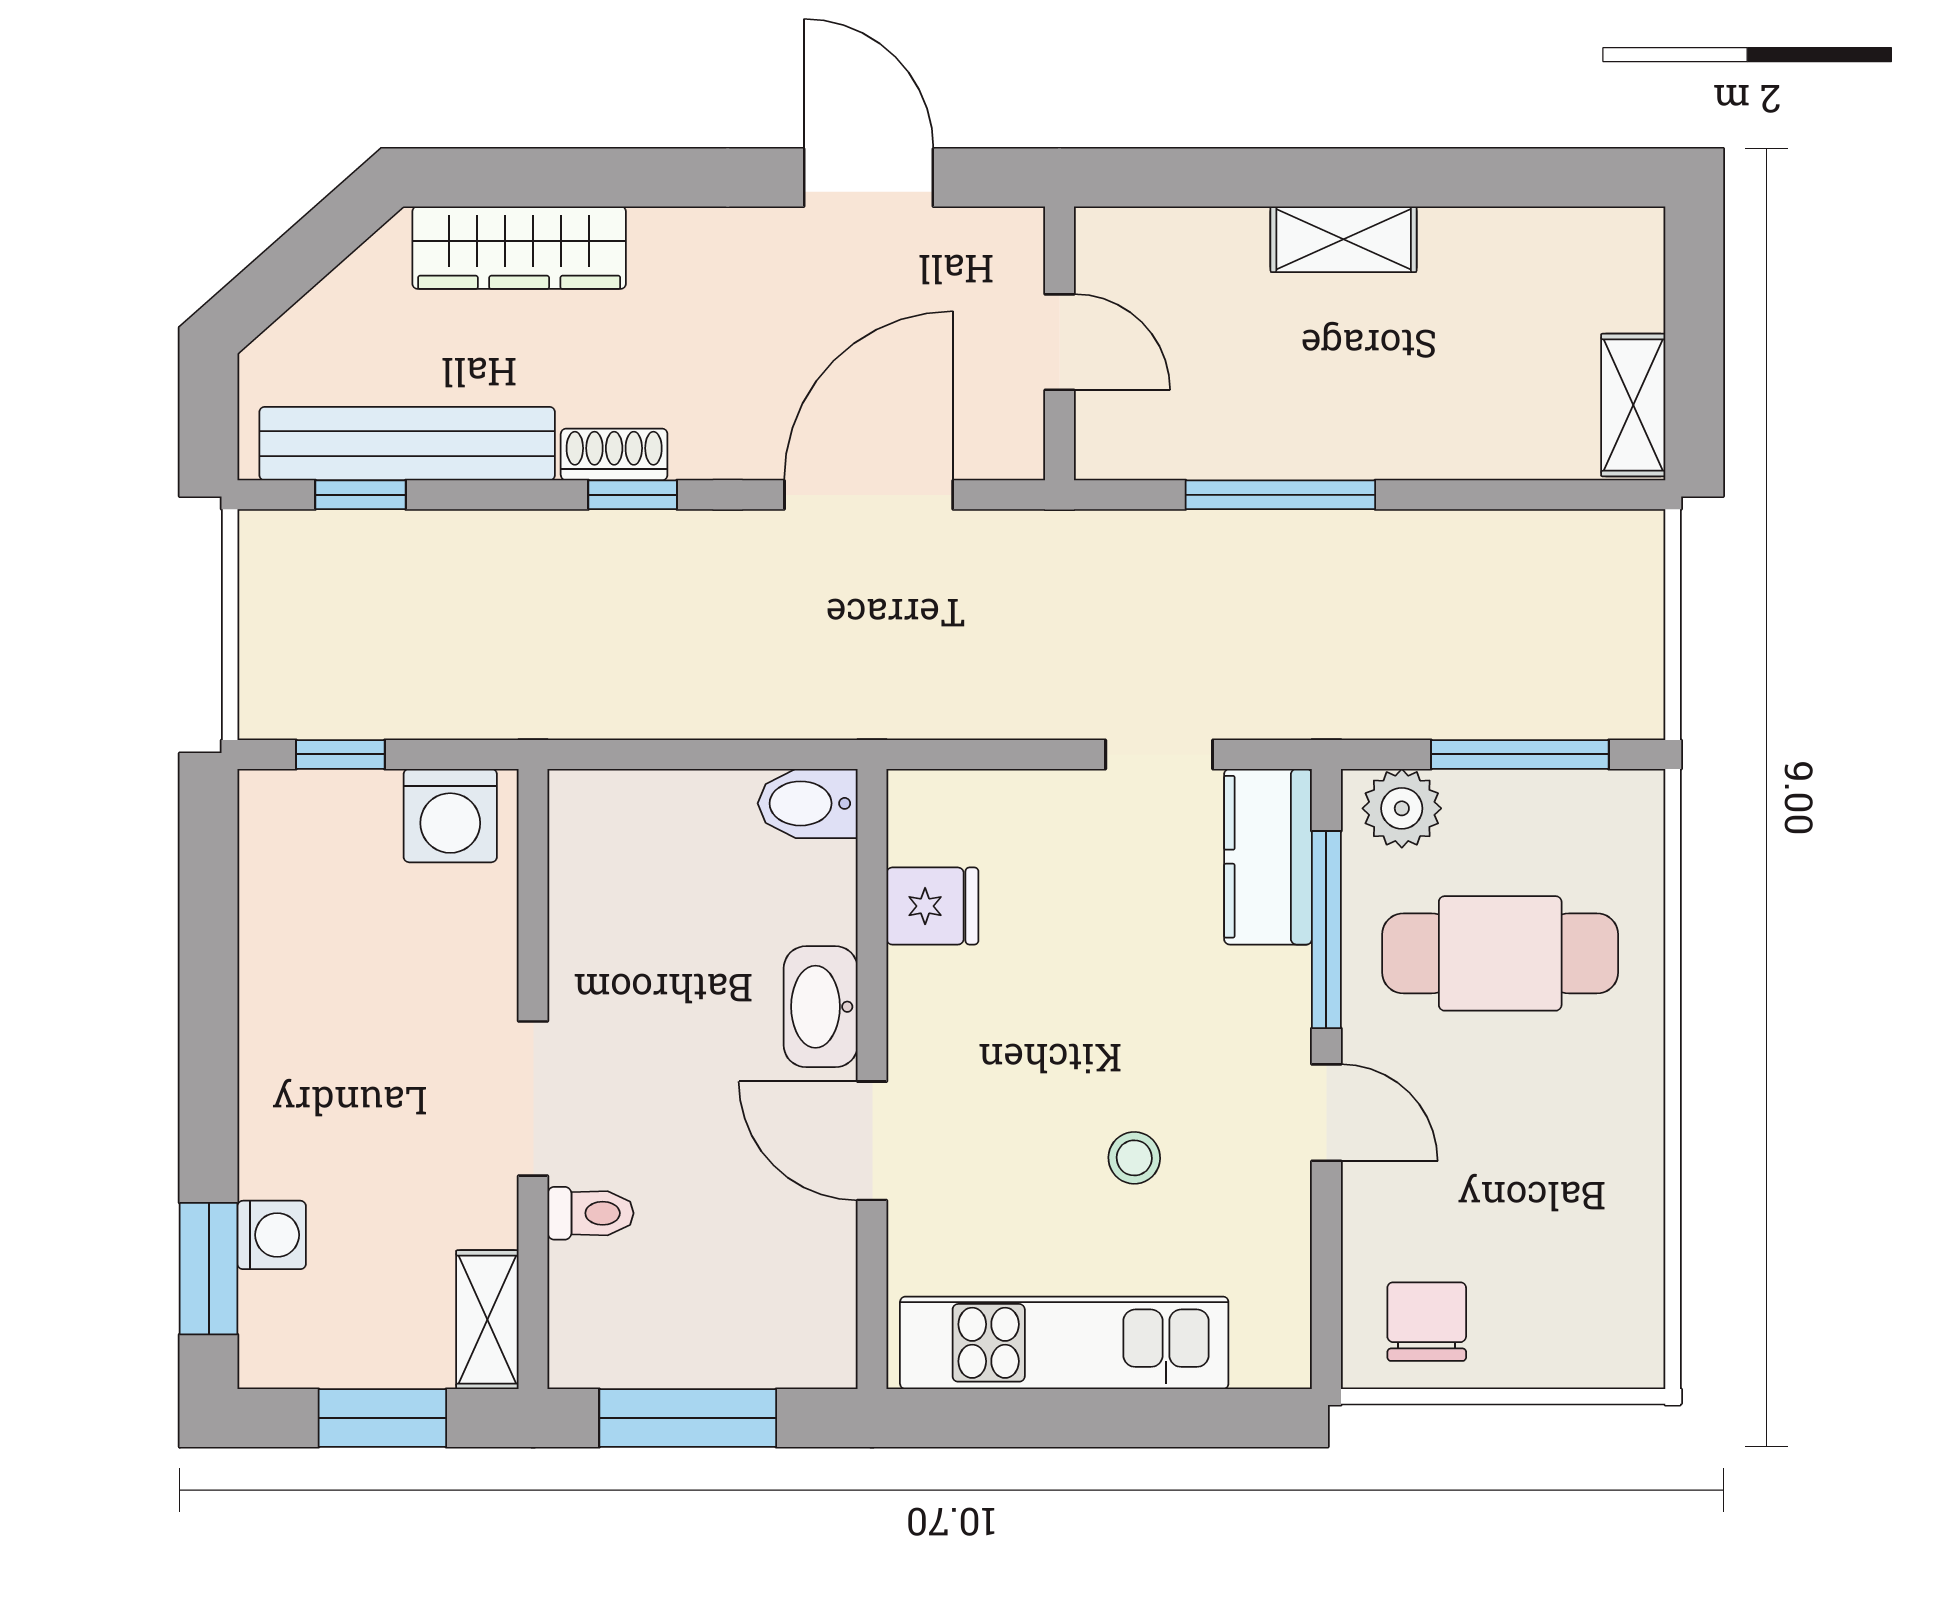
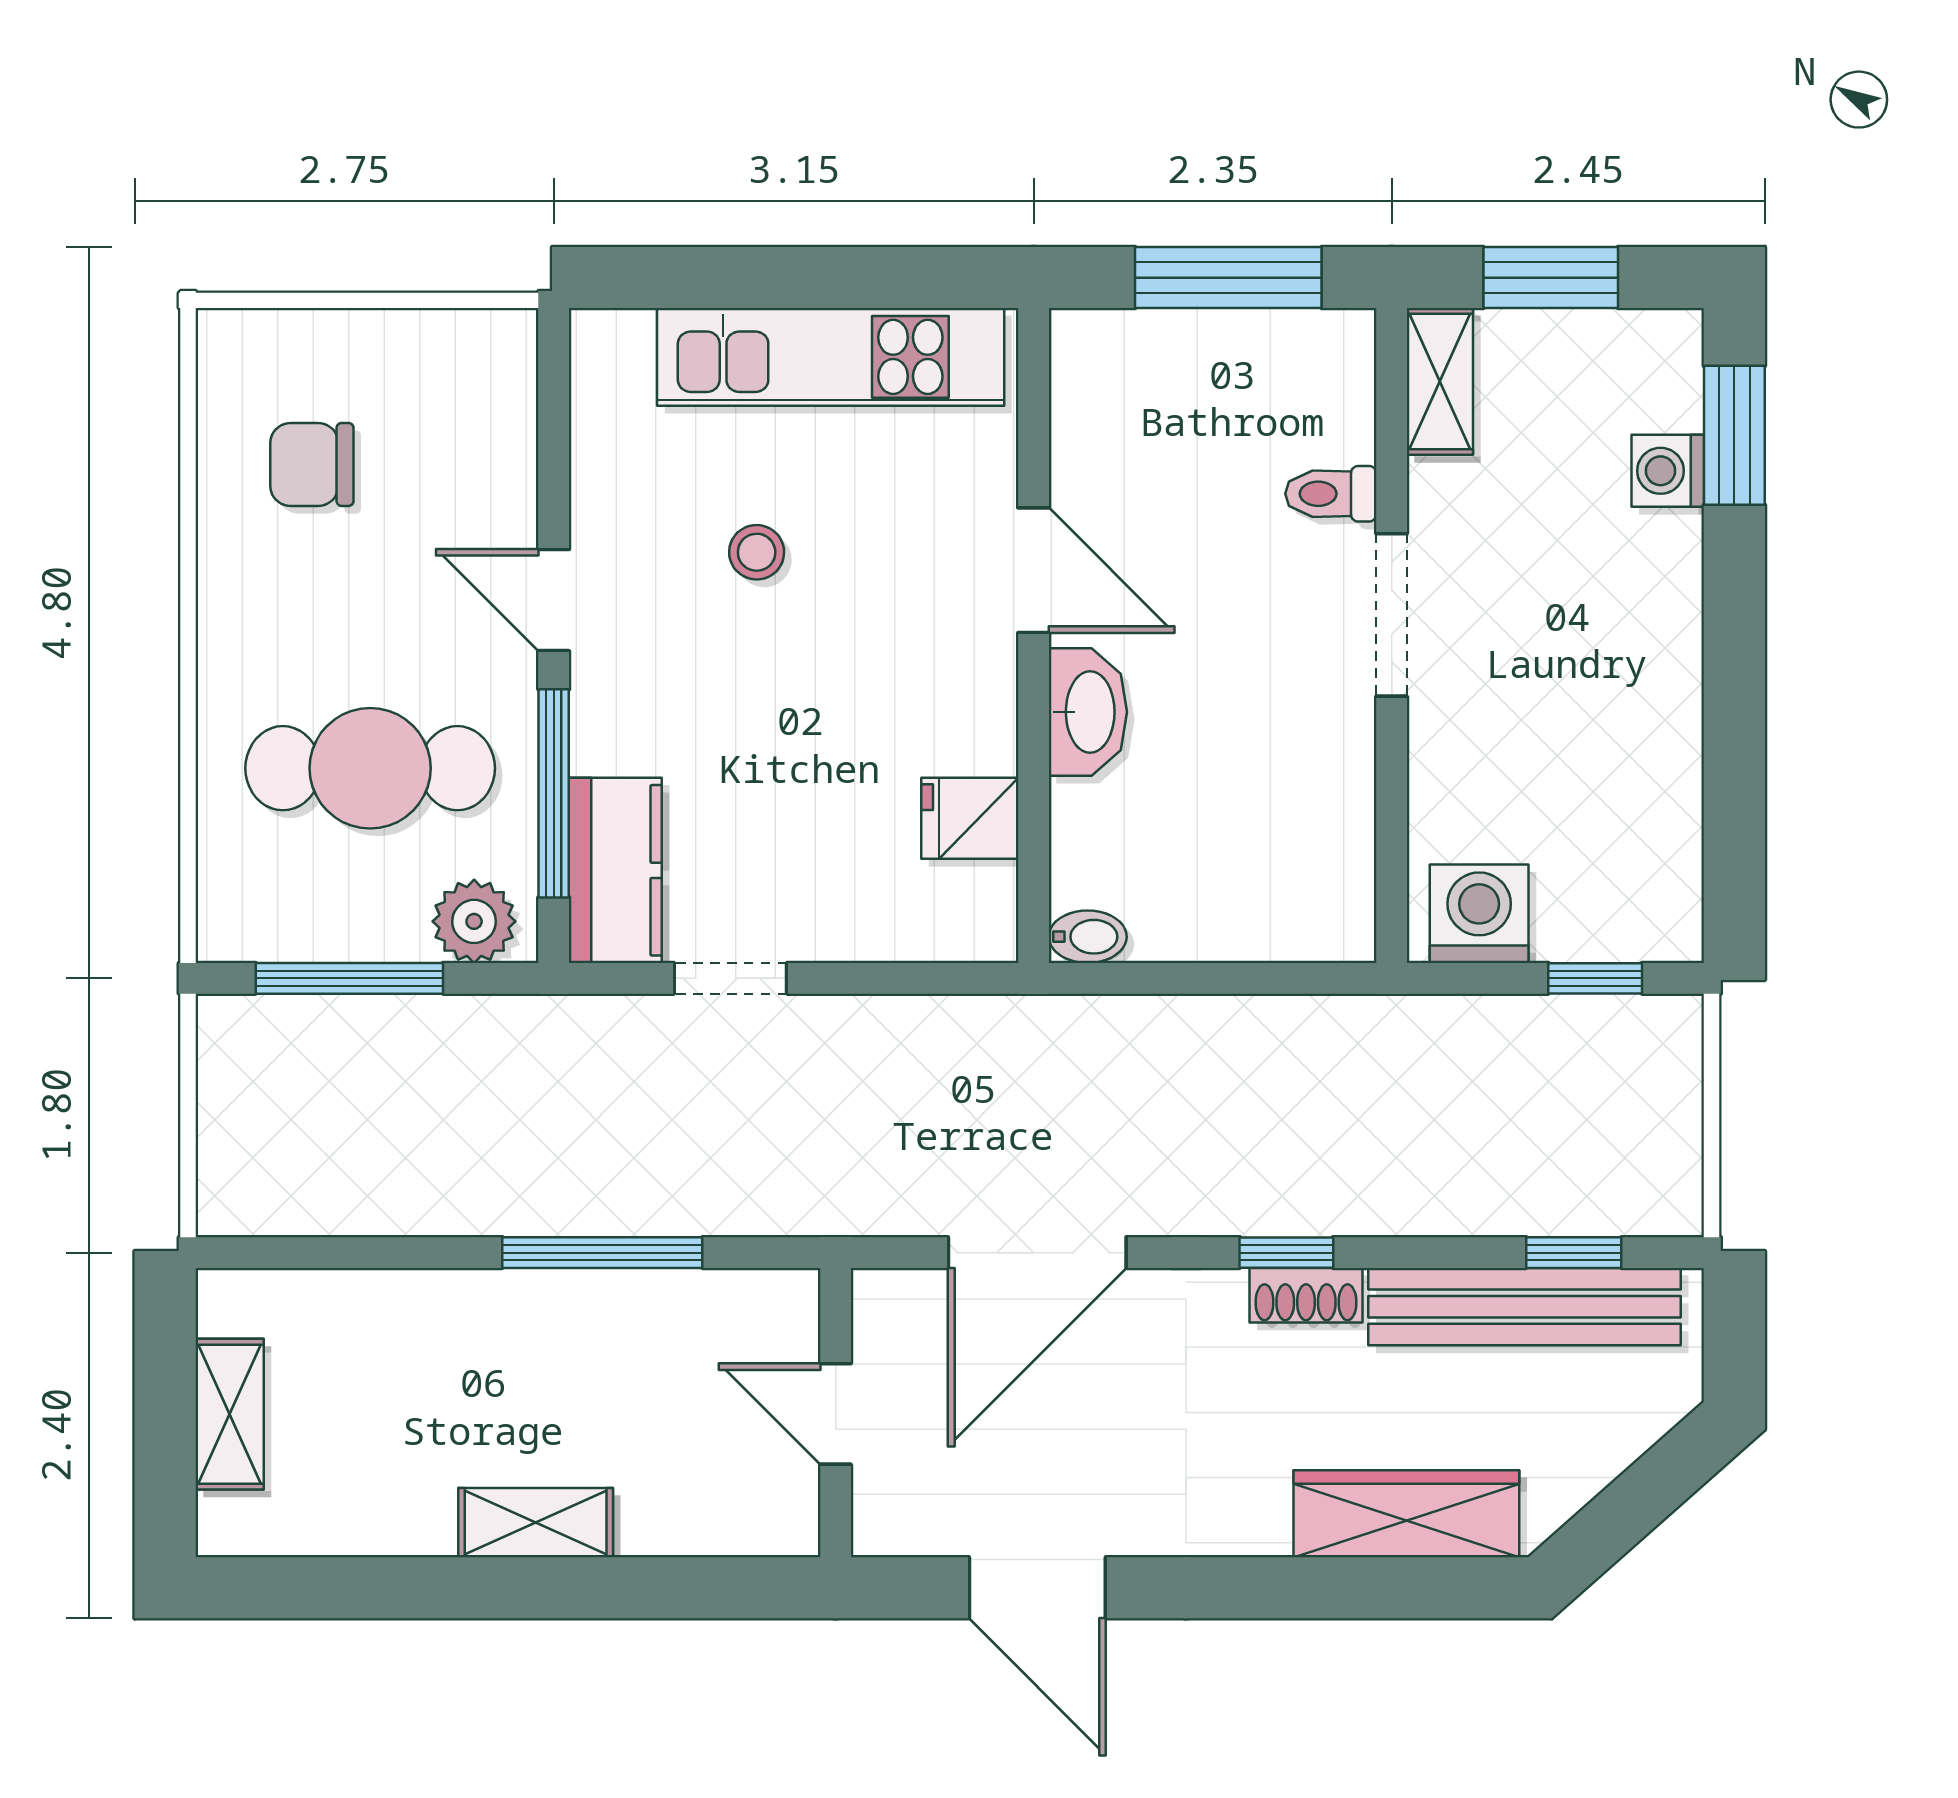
shelving: (1633, 405) -> (230, 1414), moved
bidet: (808, 803) -> (1088, 937), width x0.72, depth x0.74
chair: (1427, 1322) -> (312, 464), moved, turned 90

